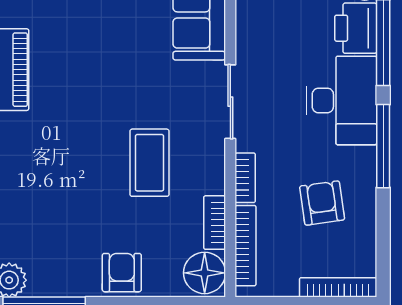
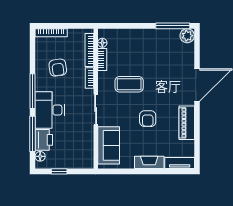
coffee table: (150, 163) -> (129, 84), turned 90
armchair: (122, 273) -> (148, 119), moved
floor lamp: (205, 273) -> (102, 43), width x0.53, depth x0.53

